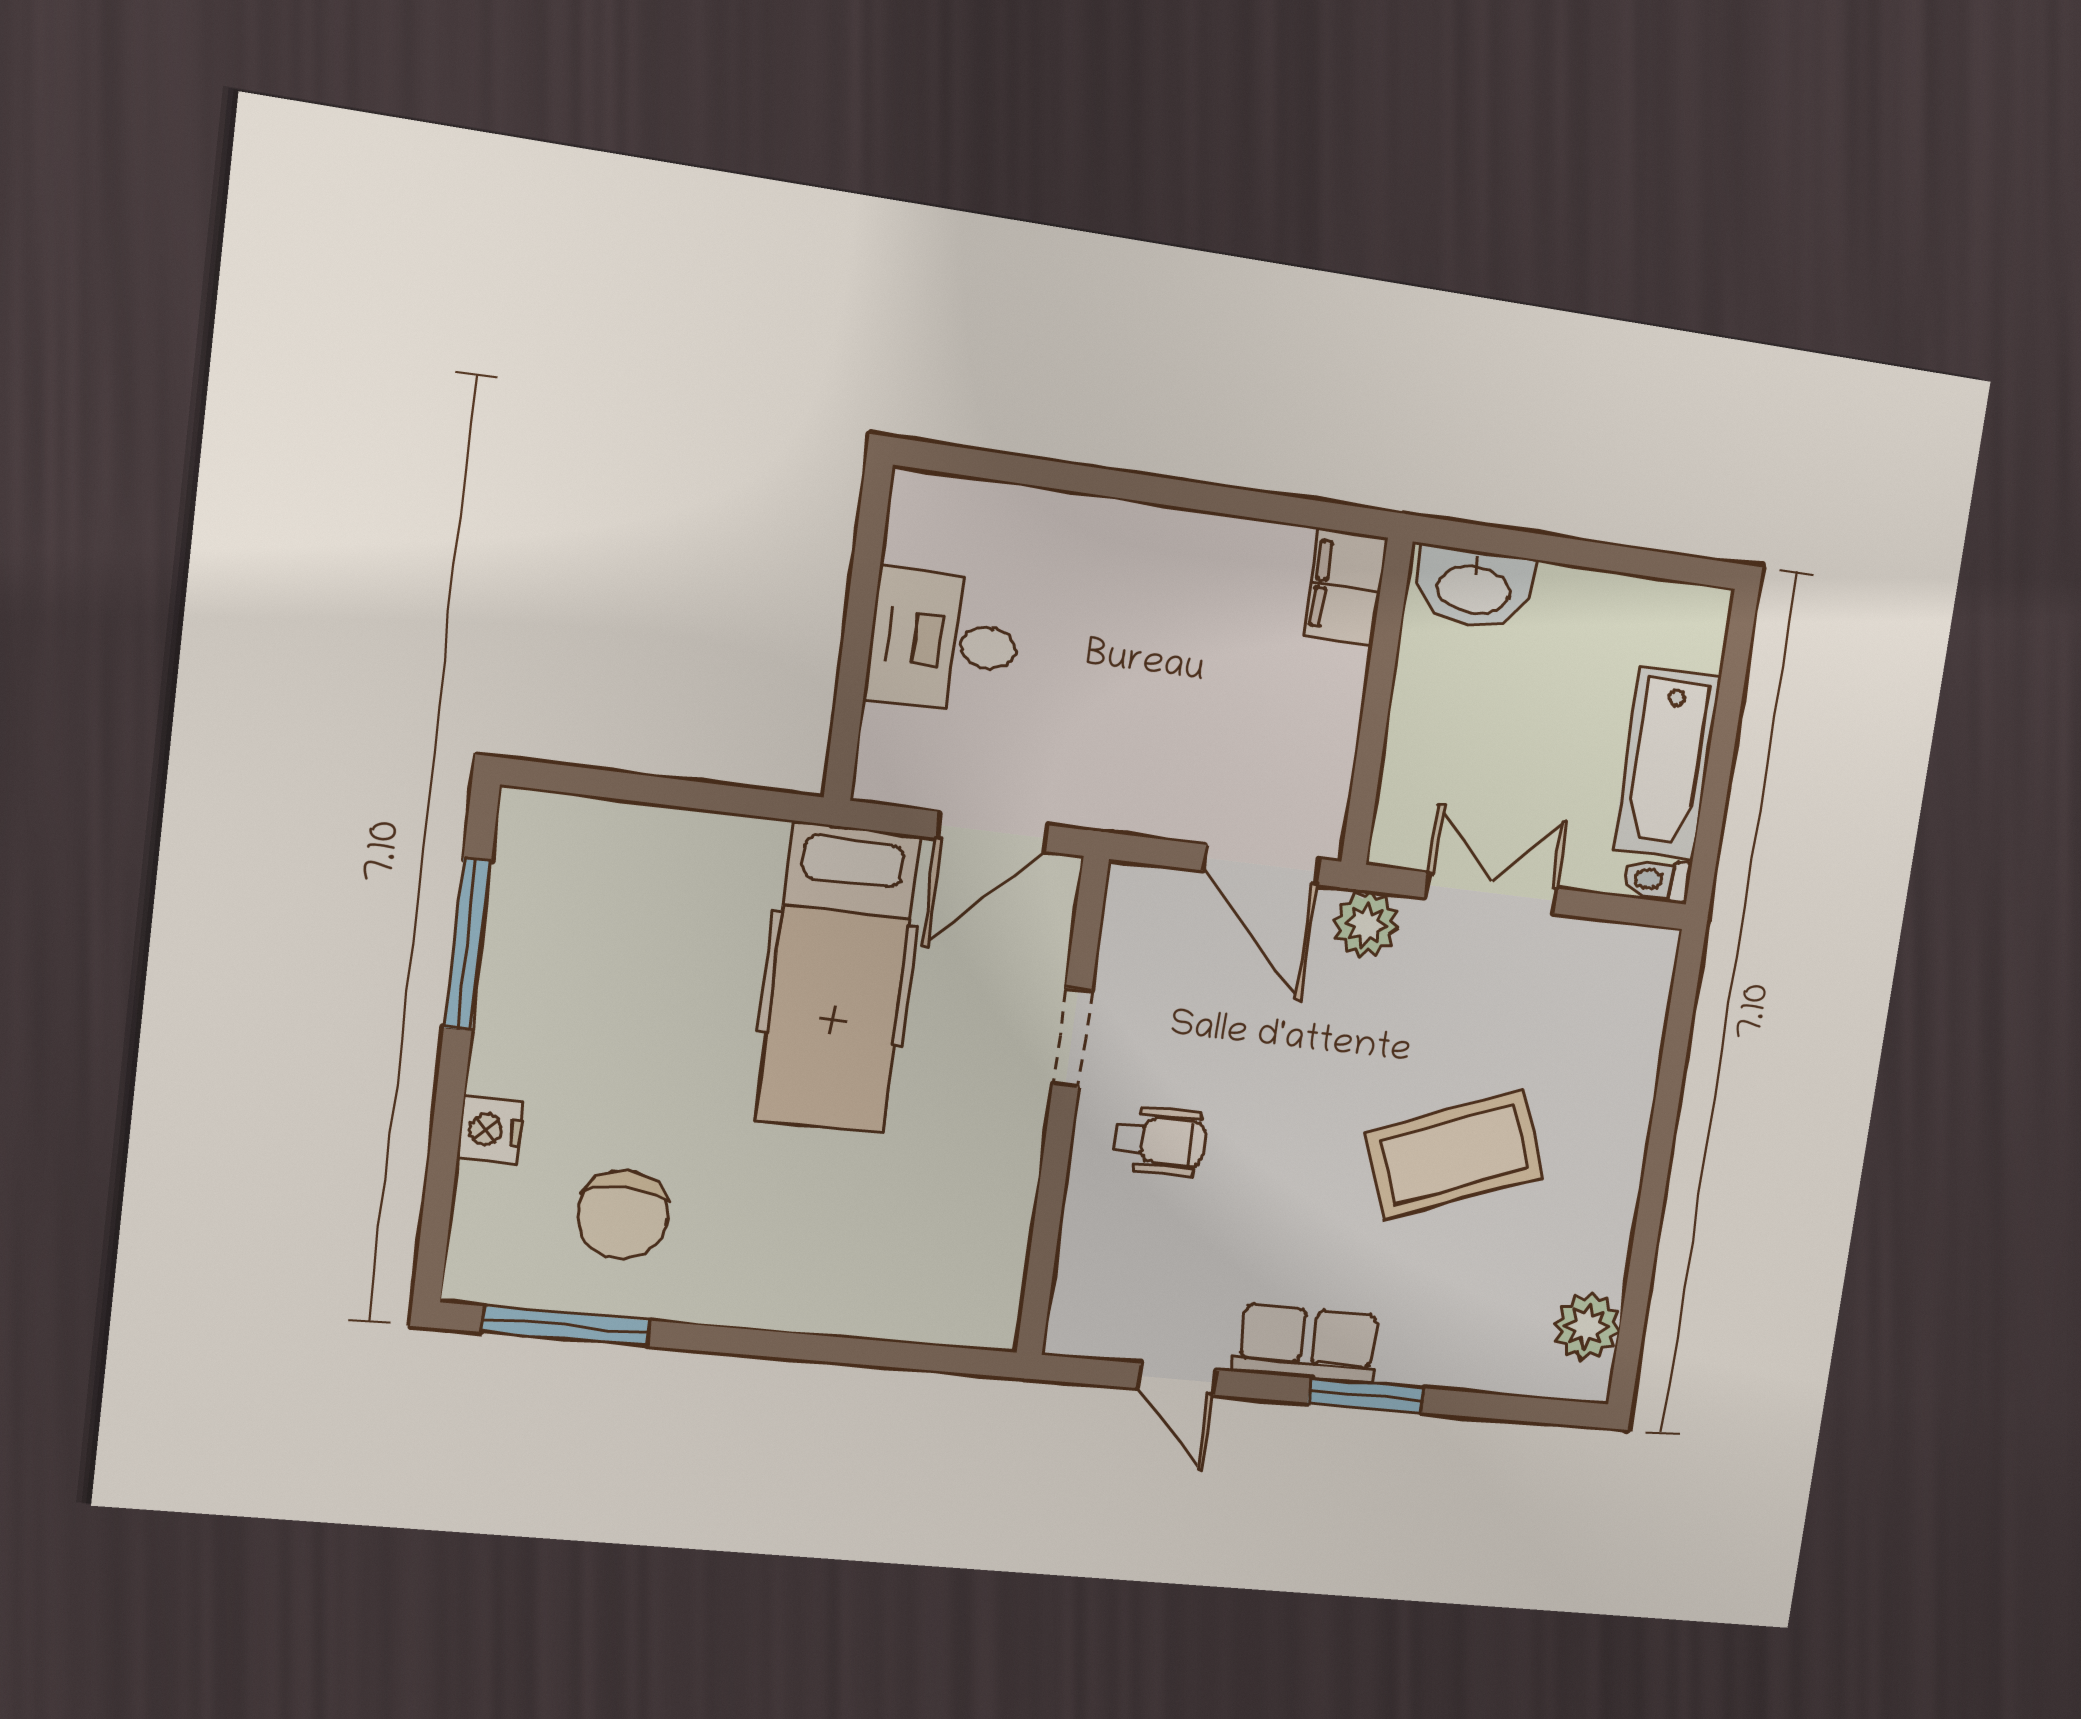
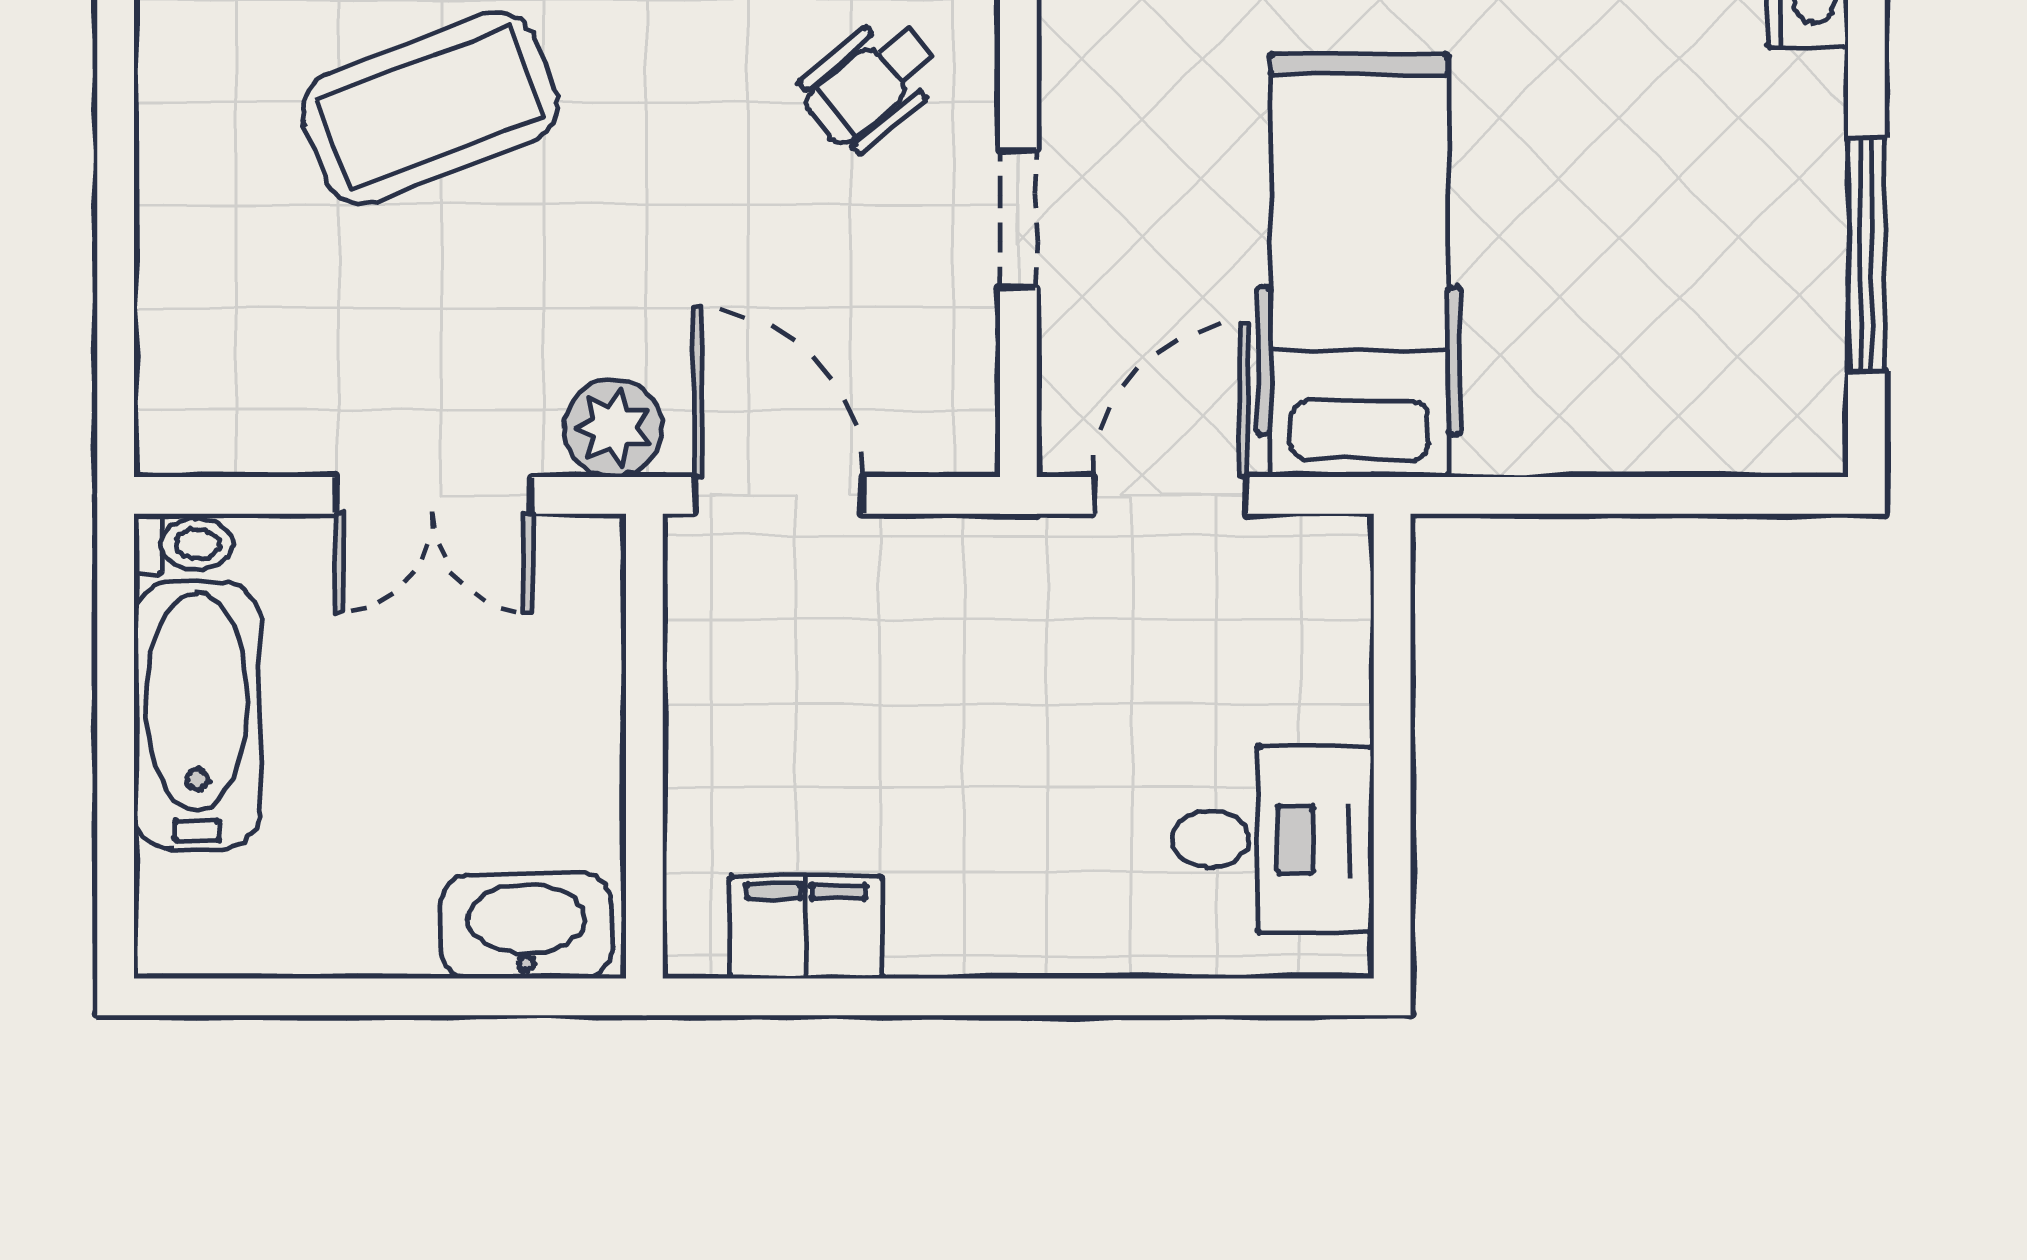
filing cabinet: (1346, 587) -> (806, 927), moved, turned -90
desk: (944, 642) -> (1273, 839), moved
wheelchair: (1160, 1141) -> (870, 84), turned -40

